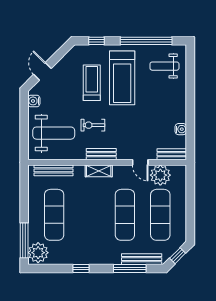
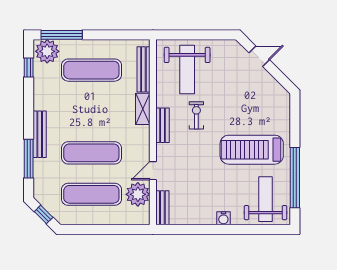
window: (96, 41) -> (295, 120), removed
weight bench: (164, 66) -> (265, 199), width x1.36, depth x1.33
treadmill: (92, 83) -> (246, 114), removed
water cooler: (34, 101) -> (225, 46), removed
water cooler: (181, 129) -> (223, 218), moved
shelving: (99, 171) -> (143, 109), moved
bench: (142, 259) -> (40, 134), moved
window: (81, 269) -> (29, 68), moved

